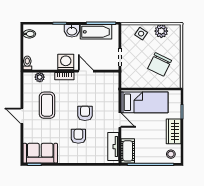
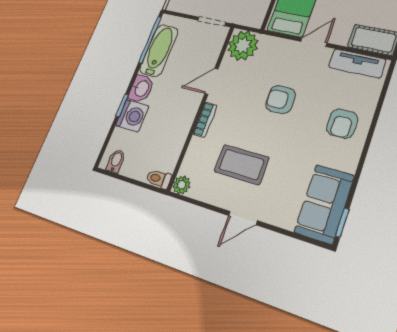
washing machine: (66, 62) -> (132, 116), moved, turned 180
plant: (40, 77) -> (182, 185), moved
plant: (110, 81) -> (243, 46), added
armchair: (78, 136) -> (342, 124), moved, turned -90

